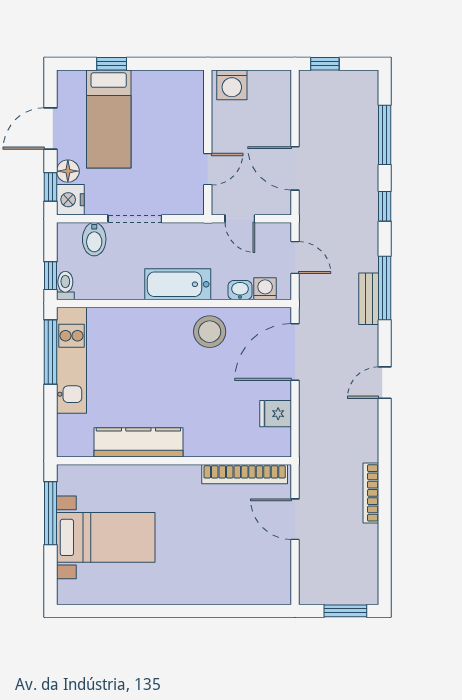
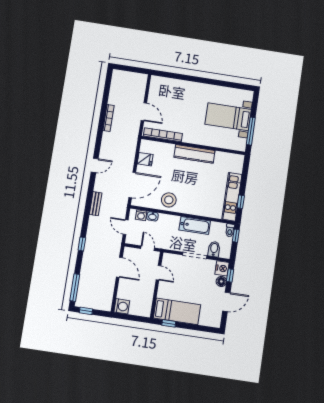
window: (112, 64) -> (169, 323), moved
window: (325, 64) -> (86, 311), moved
washing machine: (232, 85) -> (122, 306), moved, turned 90
bed: (109, 119) -> (177, 311), moved, turned 90
window: (385, 135) -> (75, 288), moved
door: (208, 169) -> (159, 273), swing flipped
bathtub: (178, 284) -> (195, 225), moved
window: (385, 288) -> (88, 207), removed
window: (50, 352) -> (241, 202), width x0.46
kitchen counter: (138, 442) -> (194, 154), moved
window: (345, 611) -> (128, 69), removed

